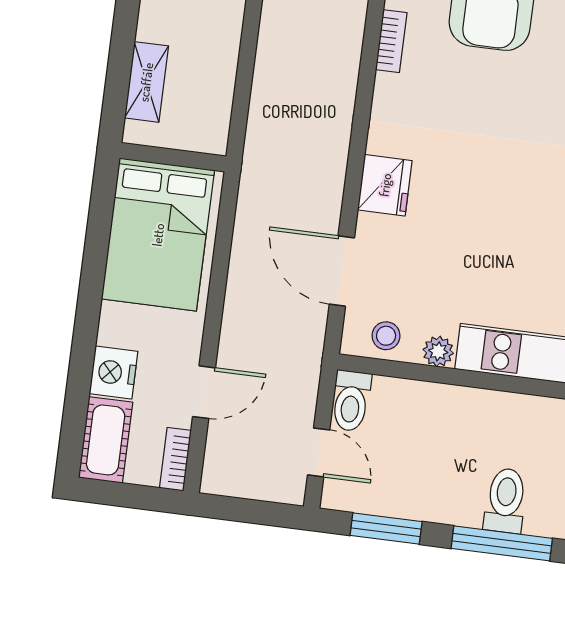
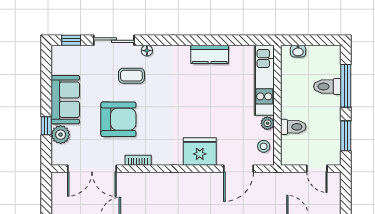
fridge: (385, 185) -> (200, 152), width x1.36, depth x1.34
toilet: (351, 401) -> (293, 127), moved
door: (319, 452) -> (317, 169), swing flipped

